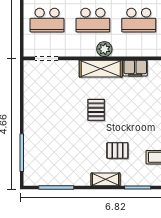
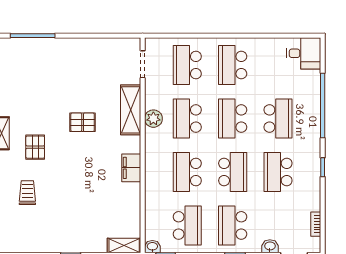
plant: (104, 49) -> (153, 119), moved
shelving: (101, 69) -> (131, 110), moved

